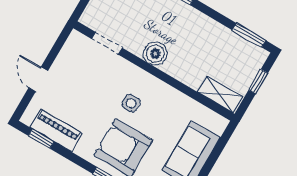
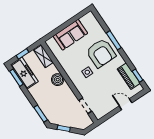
freezer: (239, 50) -> (24, 73), added
boiler: (155, 54) -> (58, 80), moved
door: (38, 79) -> (126, 104), swing flipped

